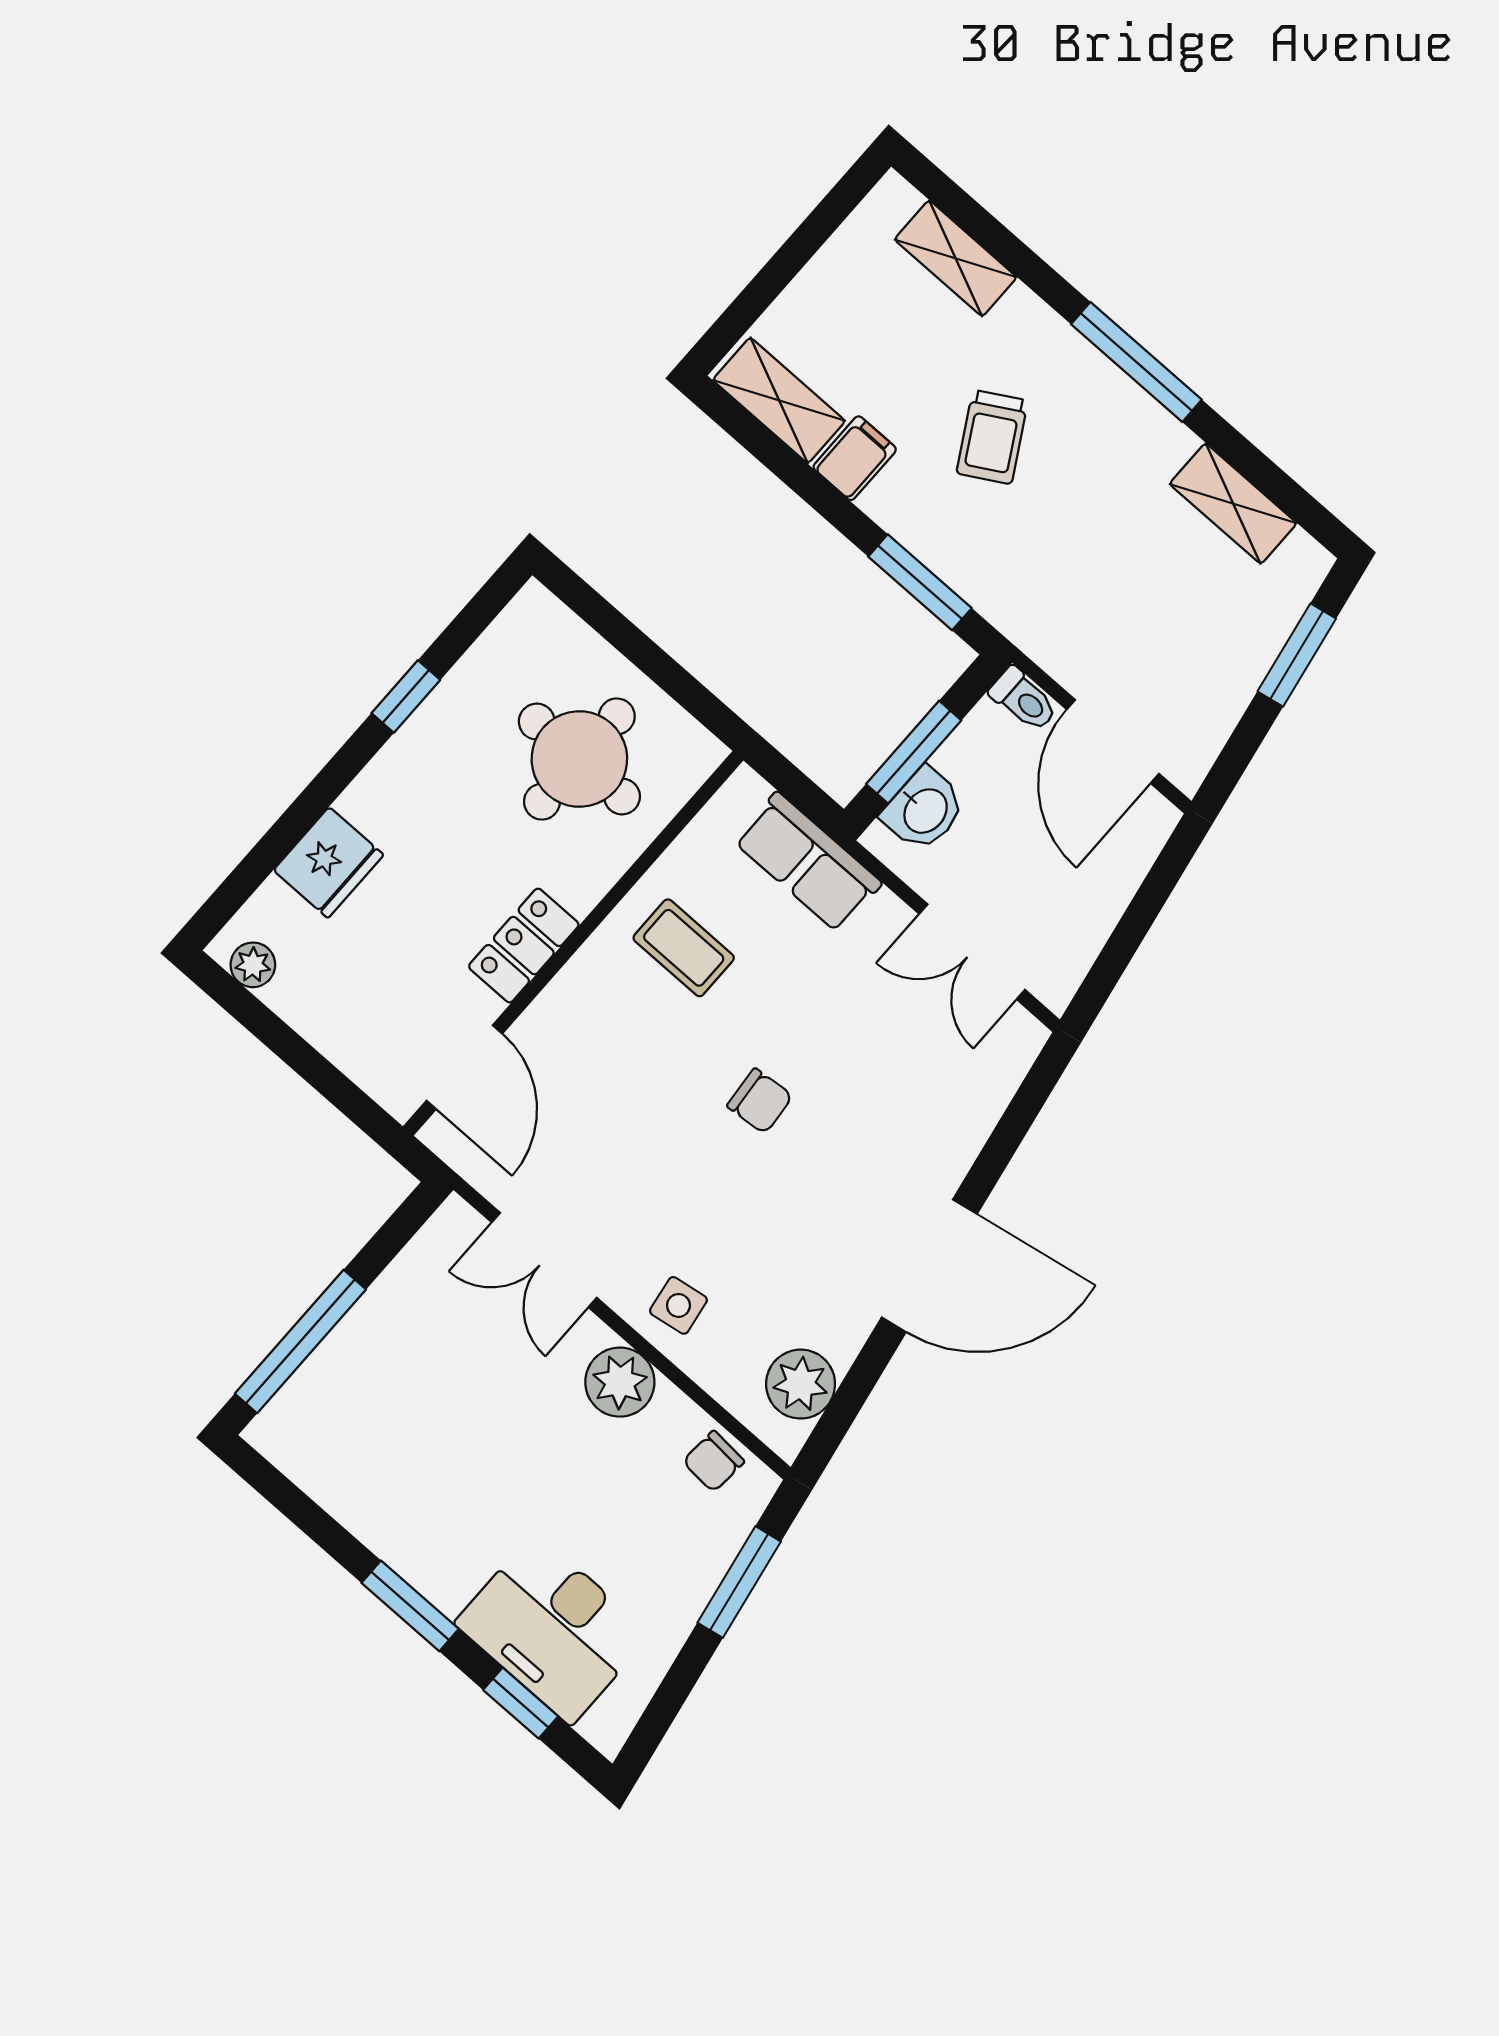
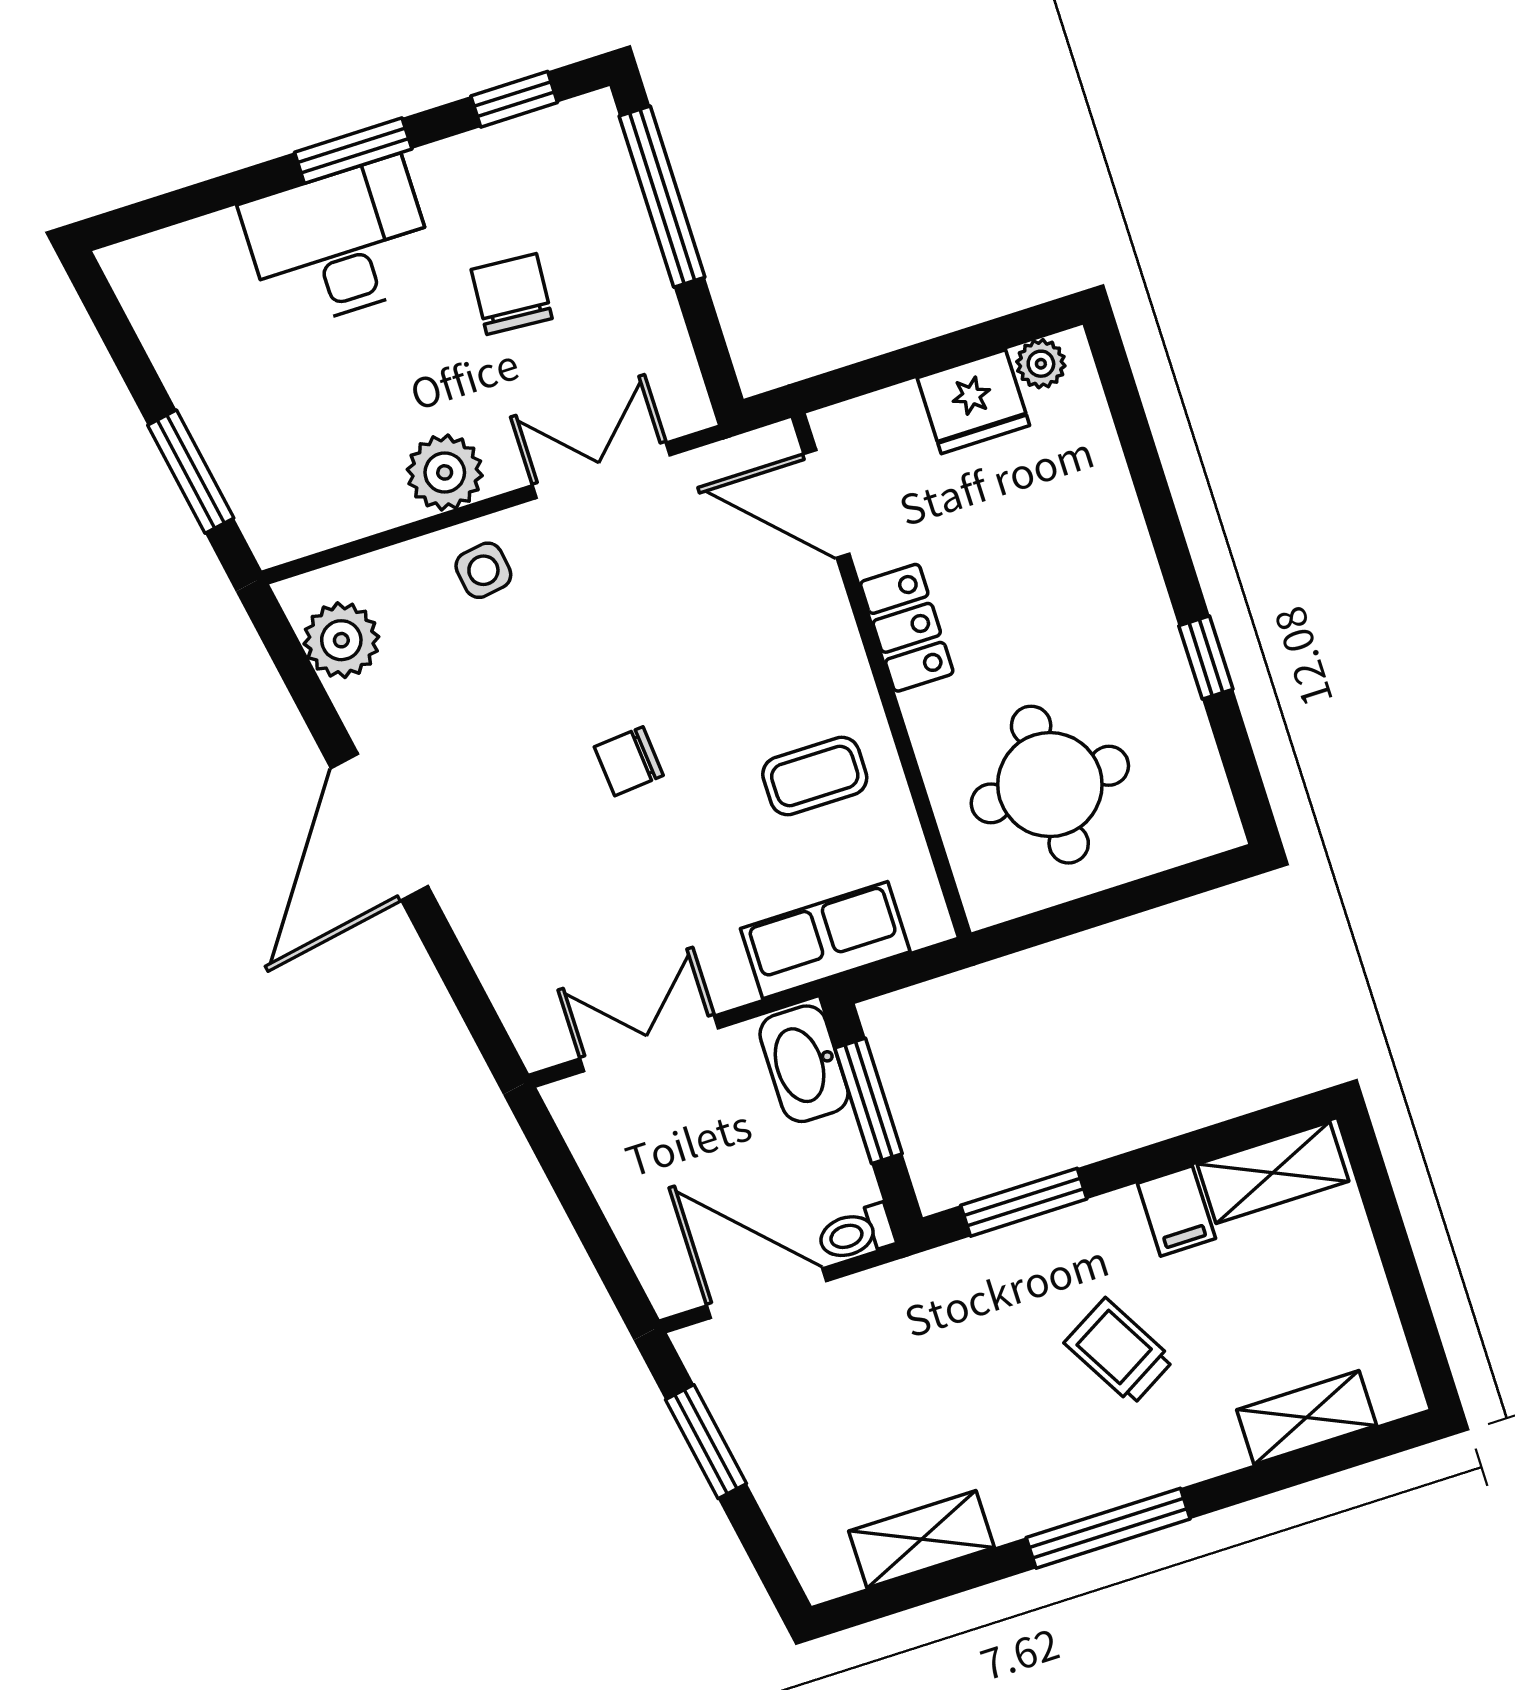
window: (1297, 655) -> (706, 1442), moved
washbasin: (924, 810) -> (804, 1064), width x1.38
fridge: (328, 863) -> (973, 402), moved, turned -90
chair: (713, 1461) -> (512, 294), moved, width x1.37, depth x1.37
desk: (553, 1629) -> (339, 243), moved
window: (521, 1703) -> (514, 99), moved

